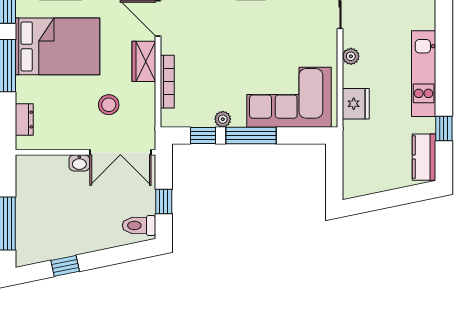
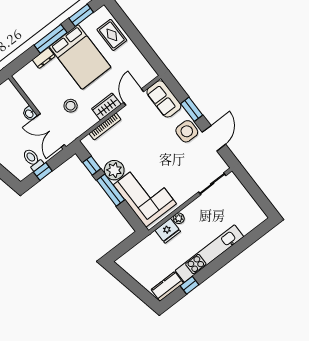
plant: (351, 56) -> (179, 218), moved
kitchen unit: (424, 74) -> (209, 253), width x1.36
plant: (223, 119) -> (114, 170), width x1.87, depth x1.87
dresser: (24, 120) -> (44, 58), moved
toilet: (139, 225) -> (33, 159), moved

